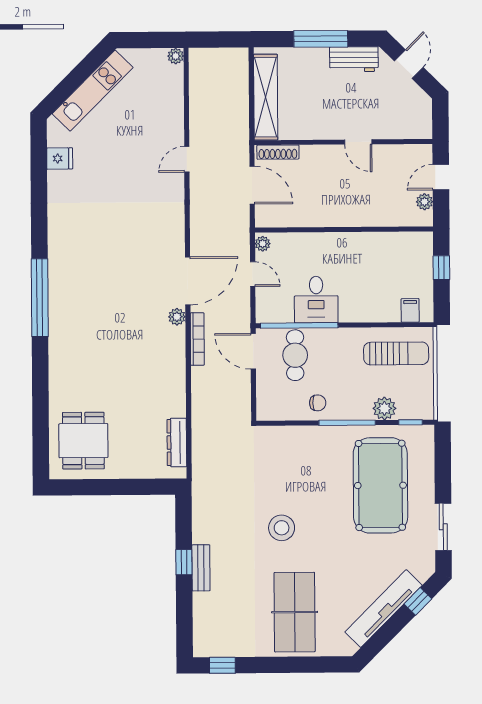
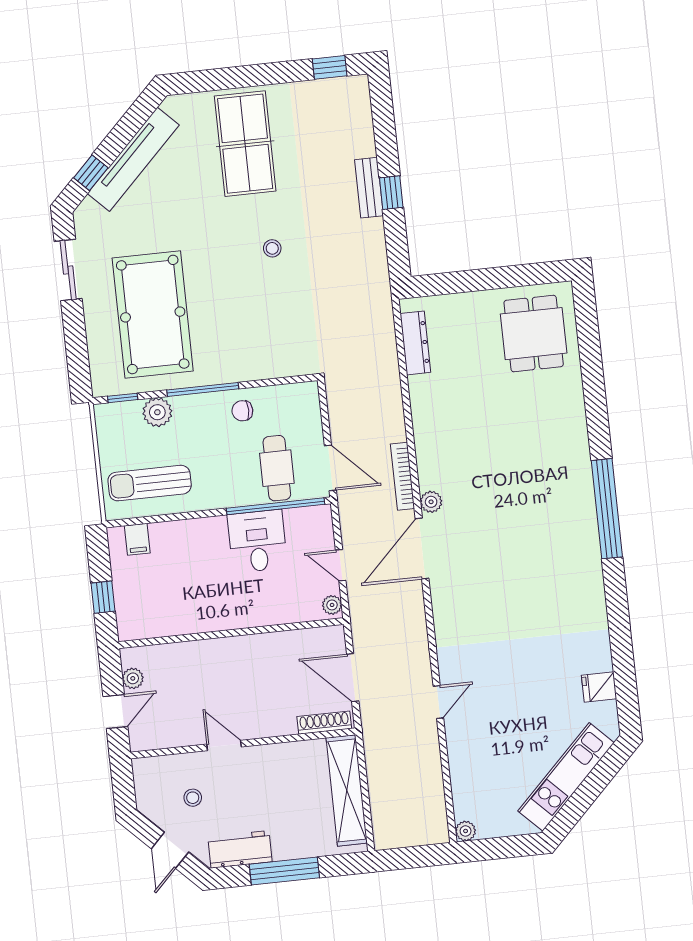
stool: (387, 104) -> (193, 798), added
stool: (282, 528) -> (272, 248), width x0.53, depth x0.53

